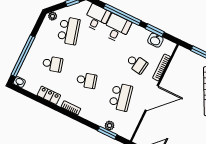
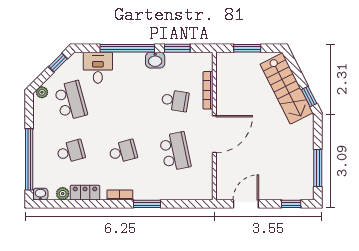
desk: (117, 28) -> (129, 69), removed
washbasin: (155, 40) -> (155, 60), moved
plant: (110, 126) -> (63, 194), moved
window: (107, 133) -> (147, 204), moved

